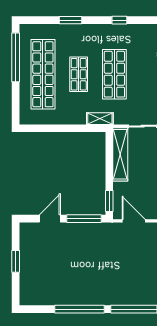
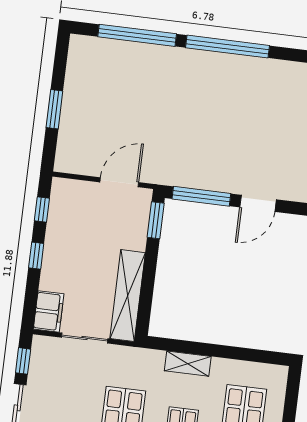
shelving: (100, 119) -> (188, 364), moved
door: (134, 221) -> (119, 182), swing flipped

